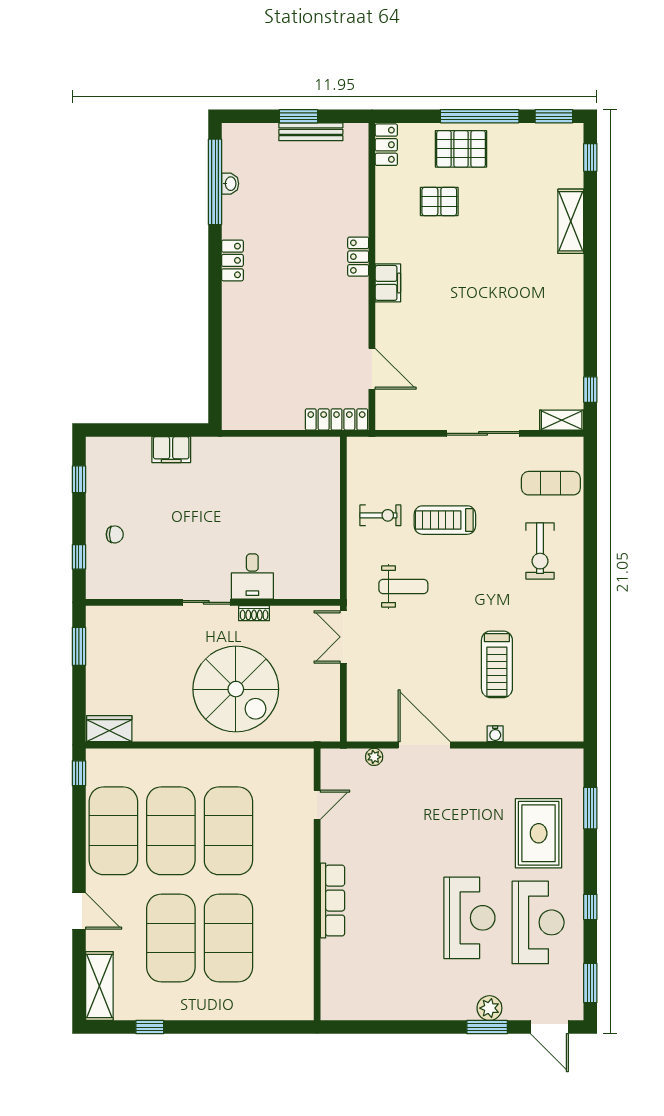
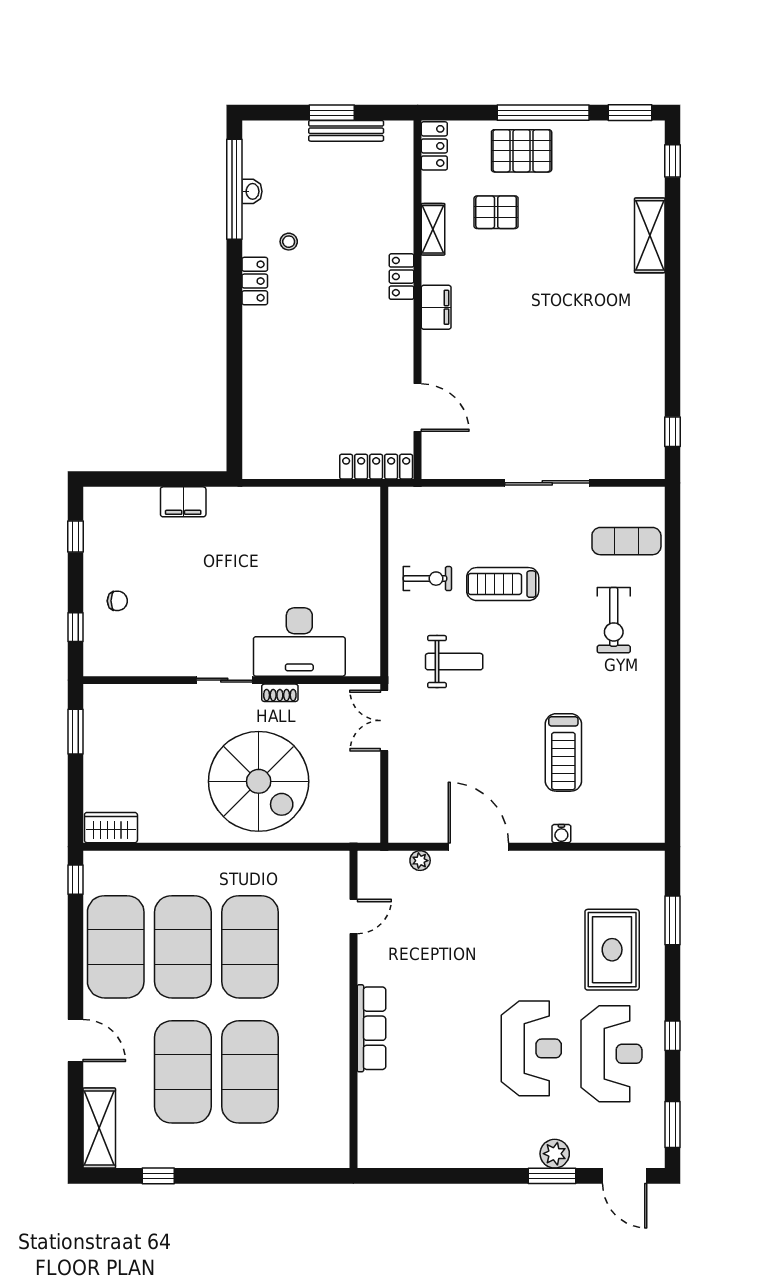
stool: (262, 227) -> (289, 242), added
shelving: (562, 420) -> (433, 229), moved, turned 90
desk: (252, 576) -> (299, 642), width x1.87, depth x1.30

